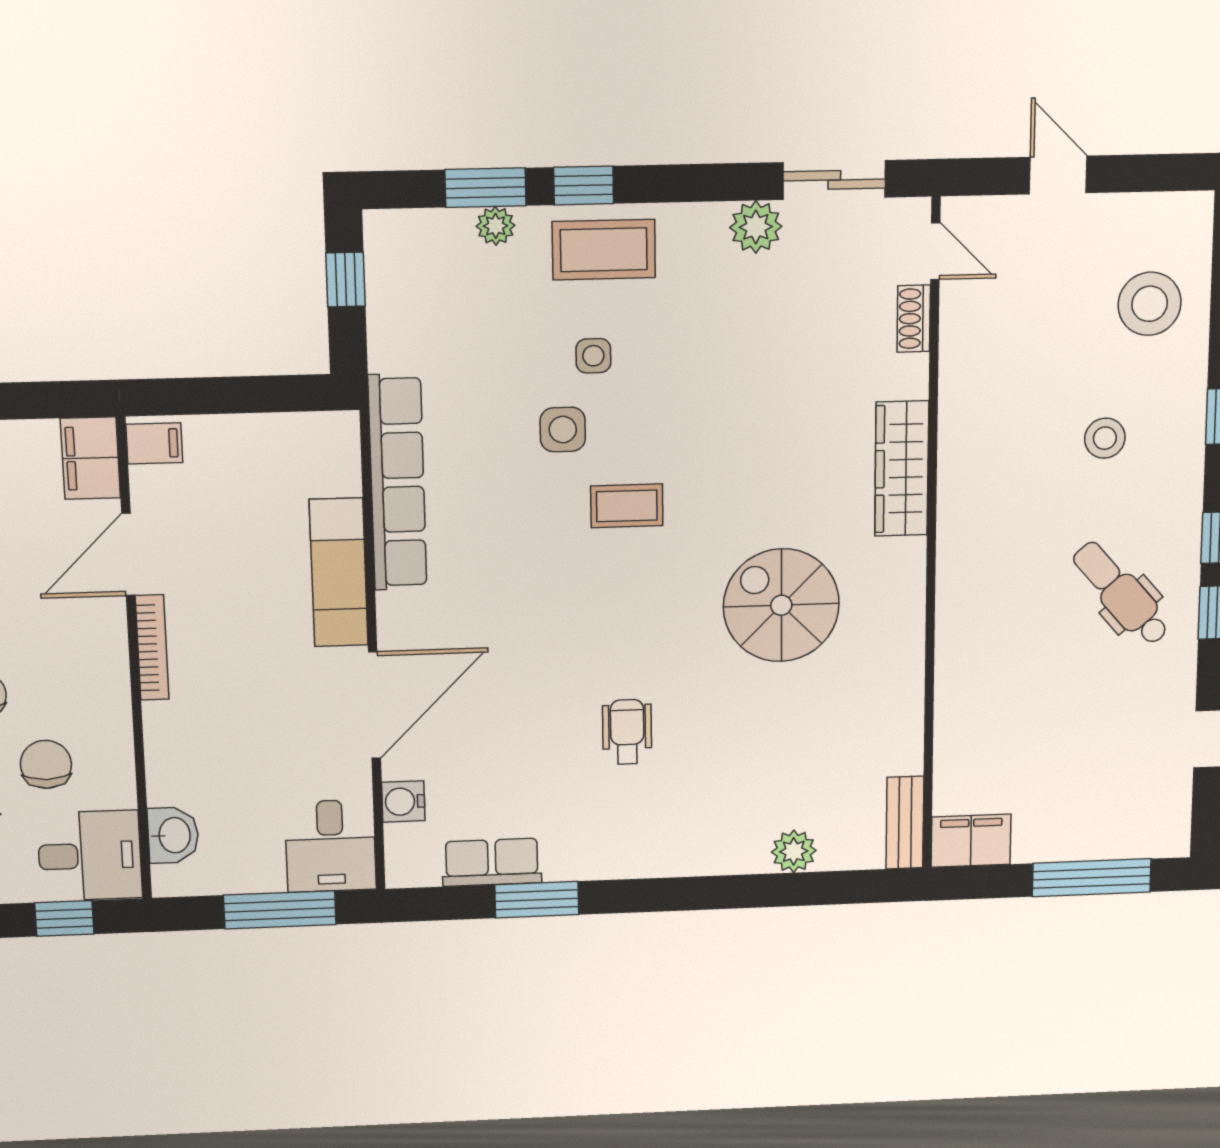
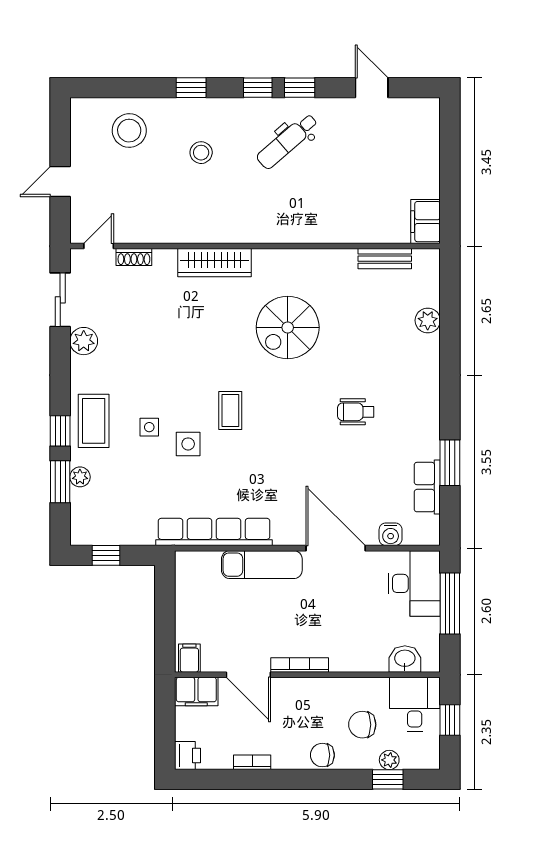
bench: (905, 823) -> (385, 259), moved
desk: (331, 846) -> (414, 583), width x1.37
window: (1092, 878) -> (450, 153), removed

